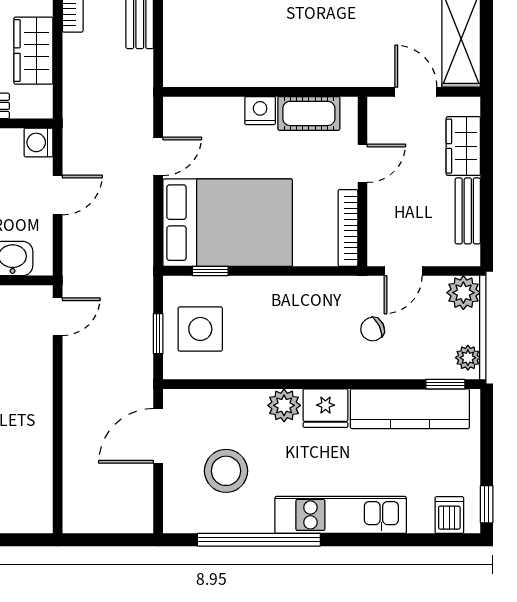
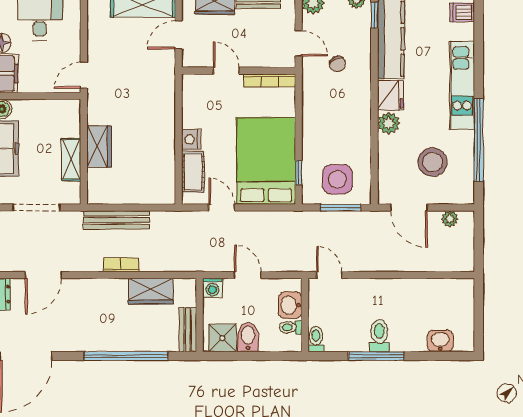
cot: (309, 113) -> (193, 172), moved
window: (158, 334) -> (341, 208), width x1.50
plant: (141, 497) -> (450, 219), added

